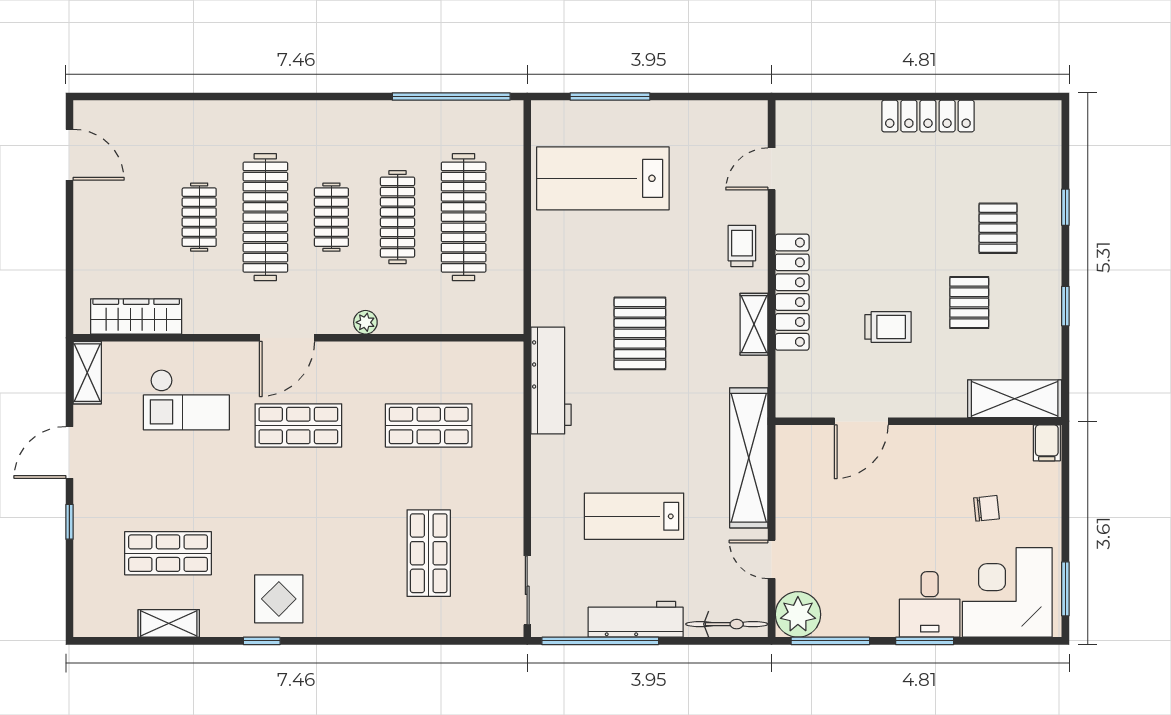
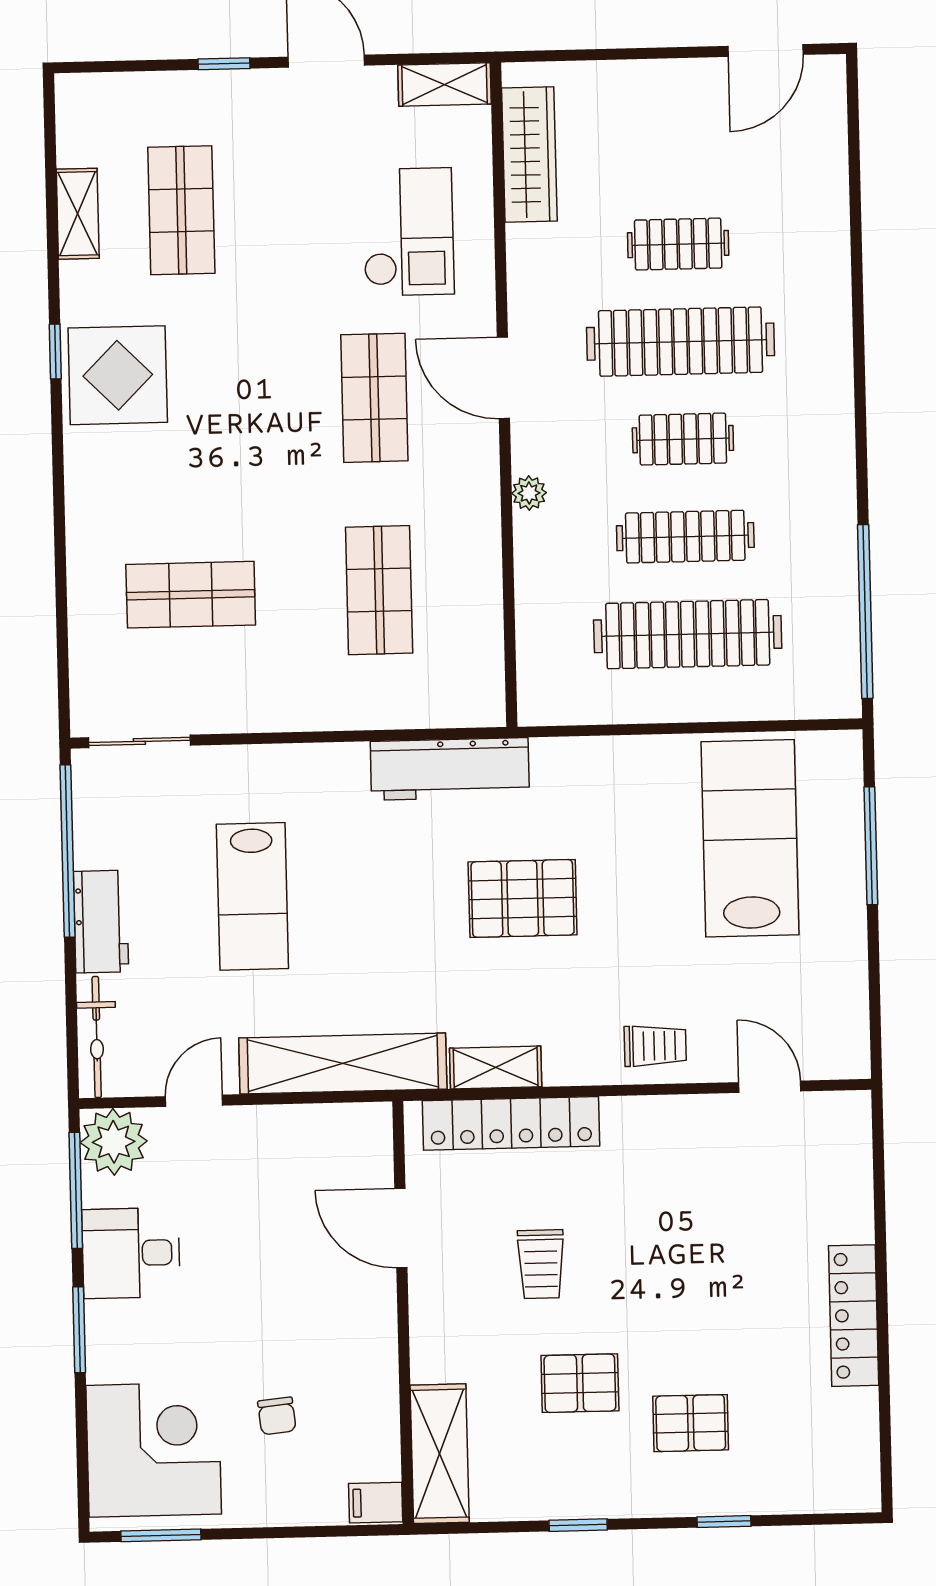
locker: (792, 292) -> (511, 1123), moved
shelving: (754, 324) -> (496, 1067), moved
checkout: (186, 400) -> (408, 232), turned 180
lab bench: (634, 516) -> (252, 896), turned 180
display table: (279, 599) -> (118, 375), width x1.36, depth x1.36
desk: (930, 604) -> (131, 1253), moved
workbench: (636, 619) -> (101, 922), width x0.73

